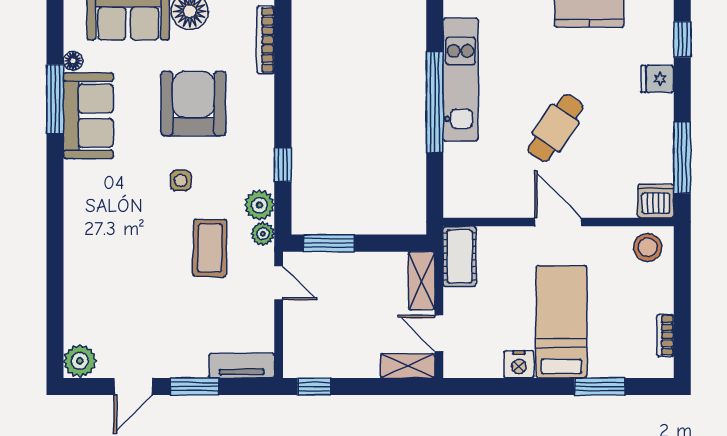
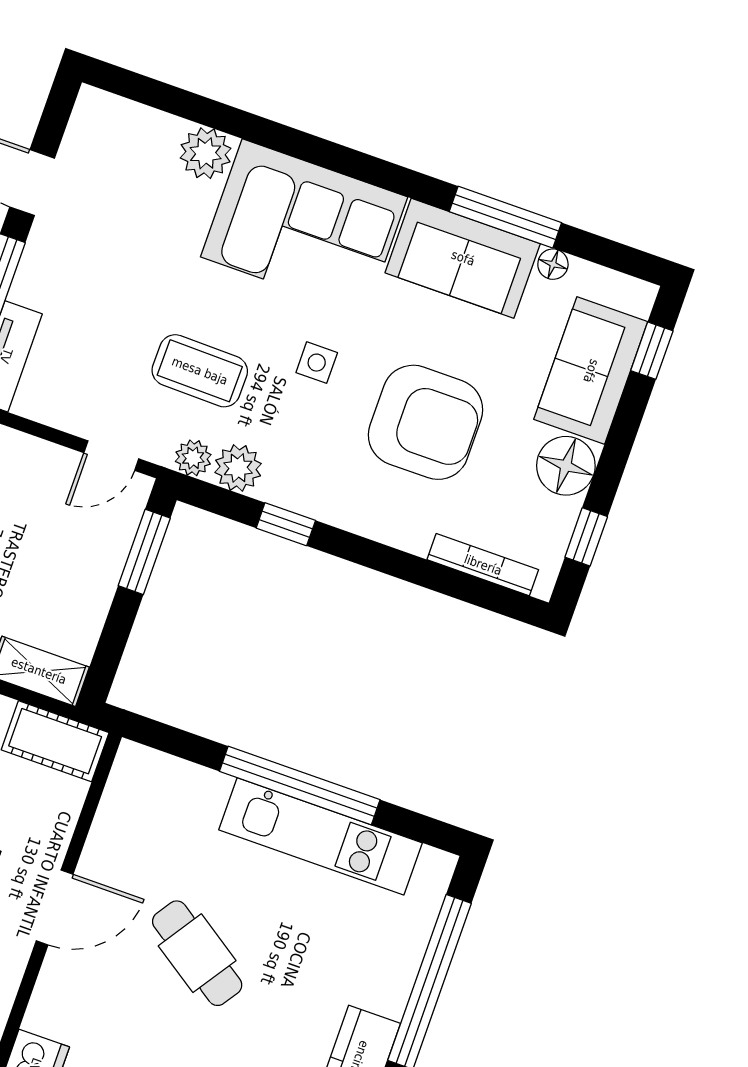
corner sofa: (103, 216) -> (304, 227), added
plant: (80, 361) -> (206, 153), moved

